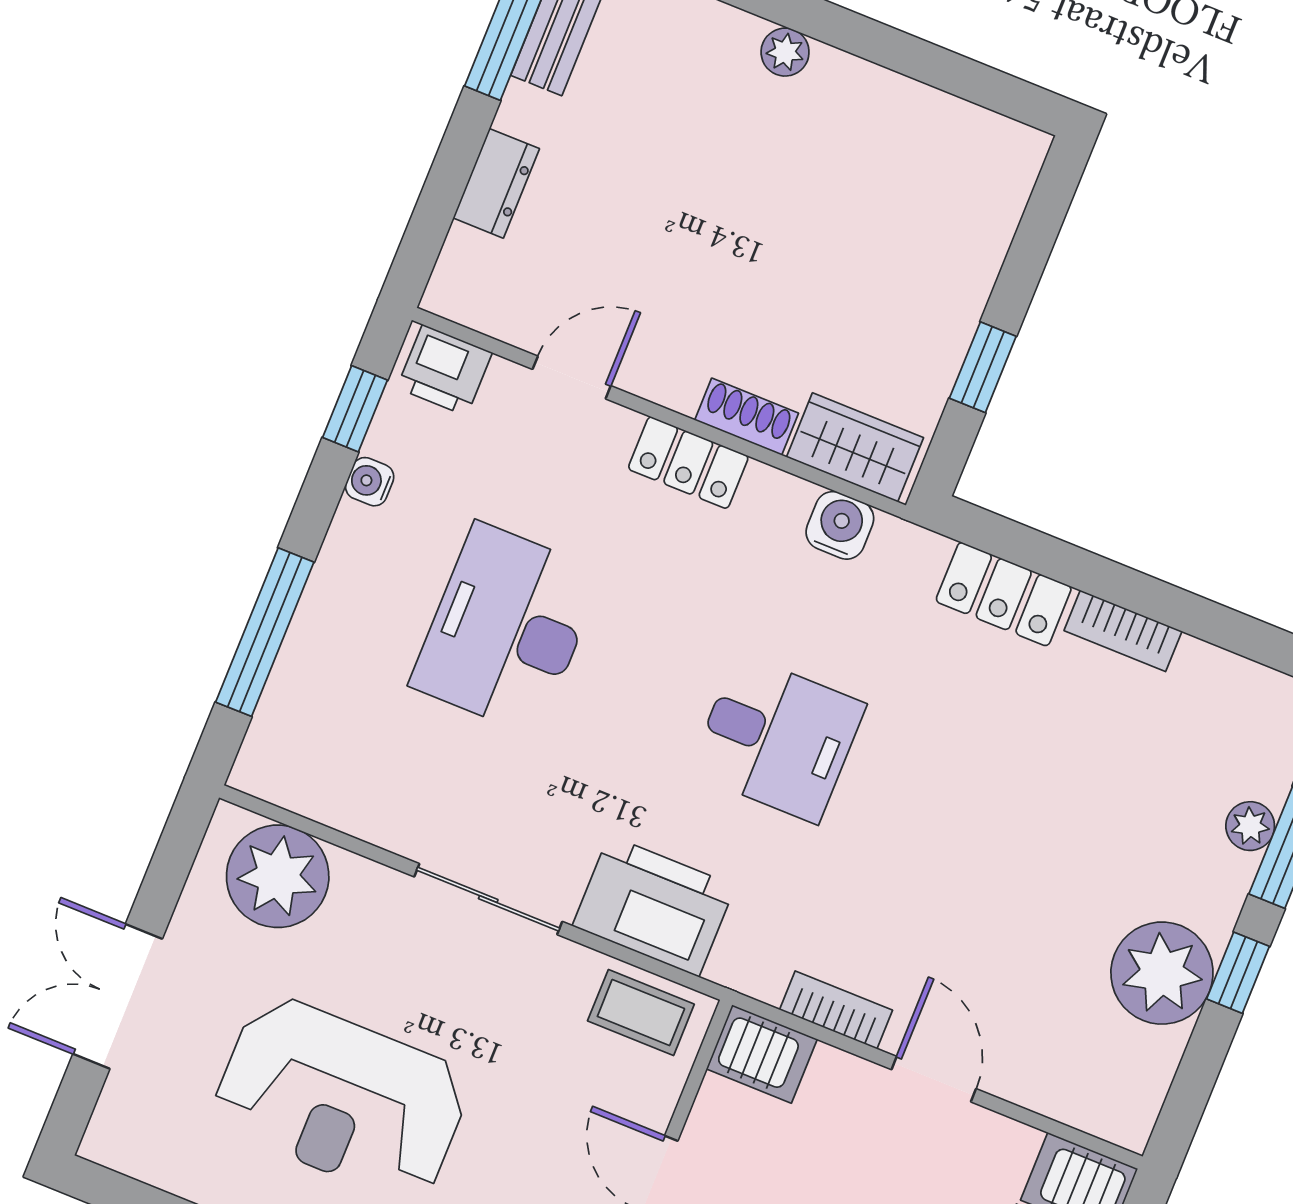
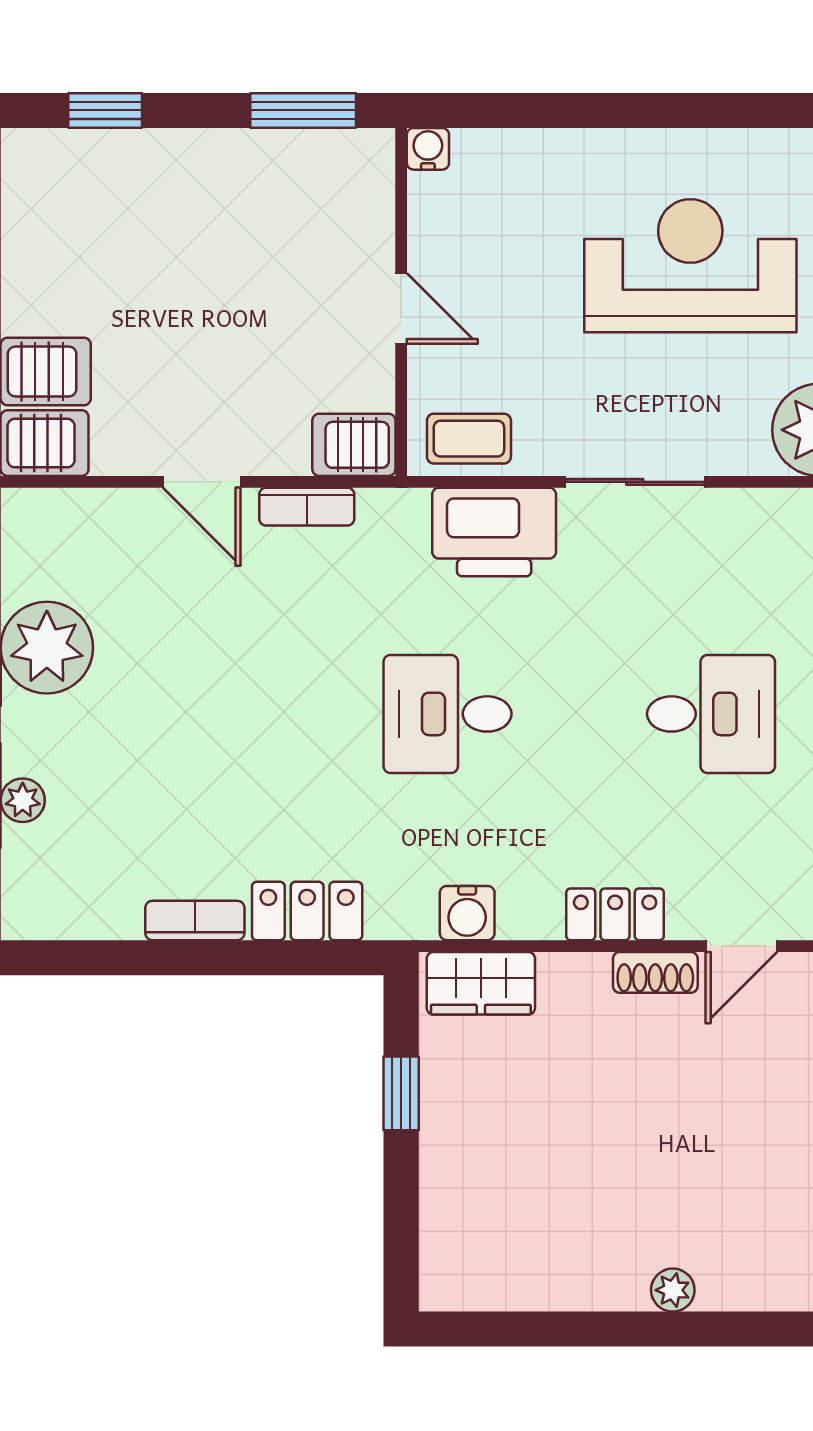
shoe rack: (747, 417) -> (655, 972), moved
desk: (506, 629) -> (711, 714), width x0.73

